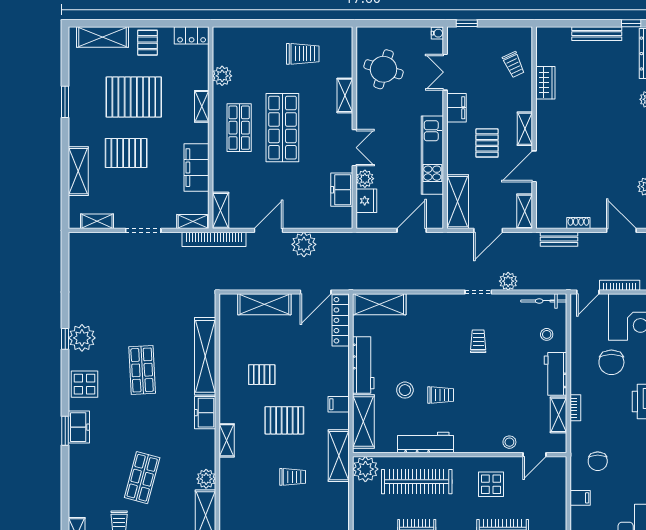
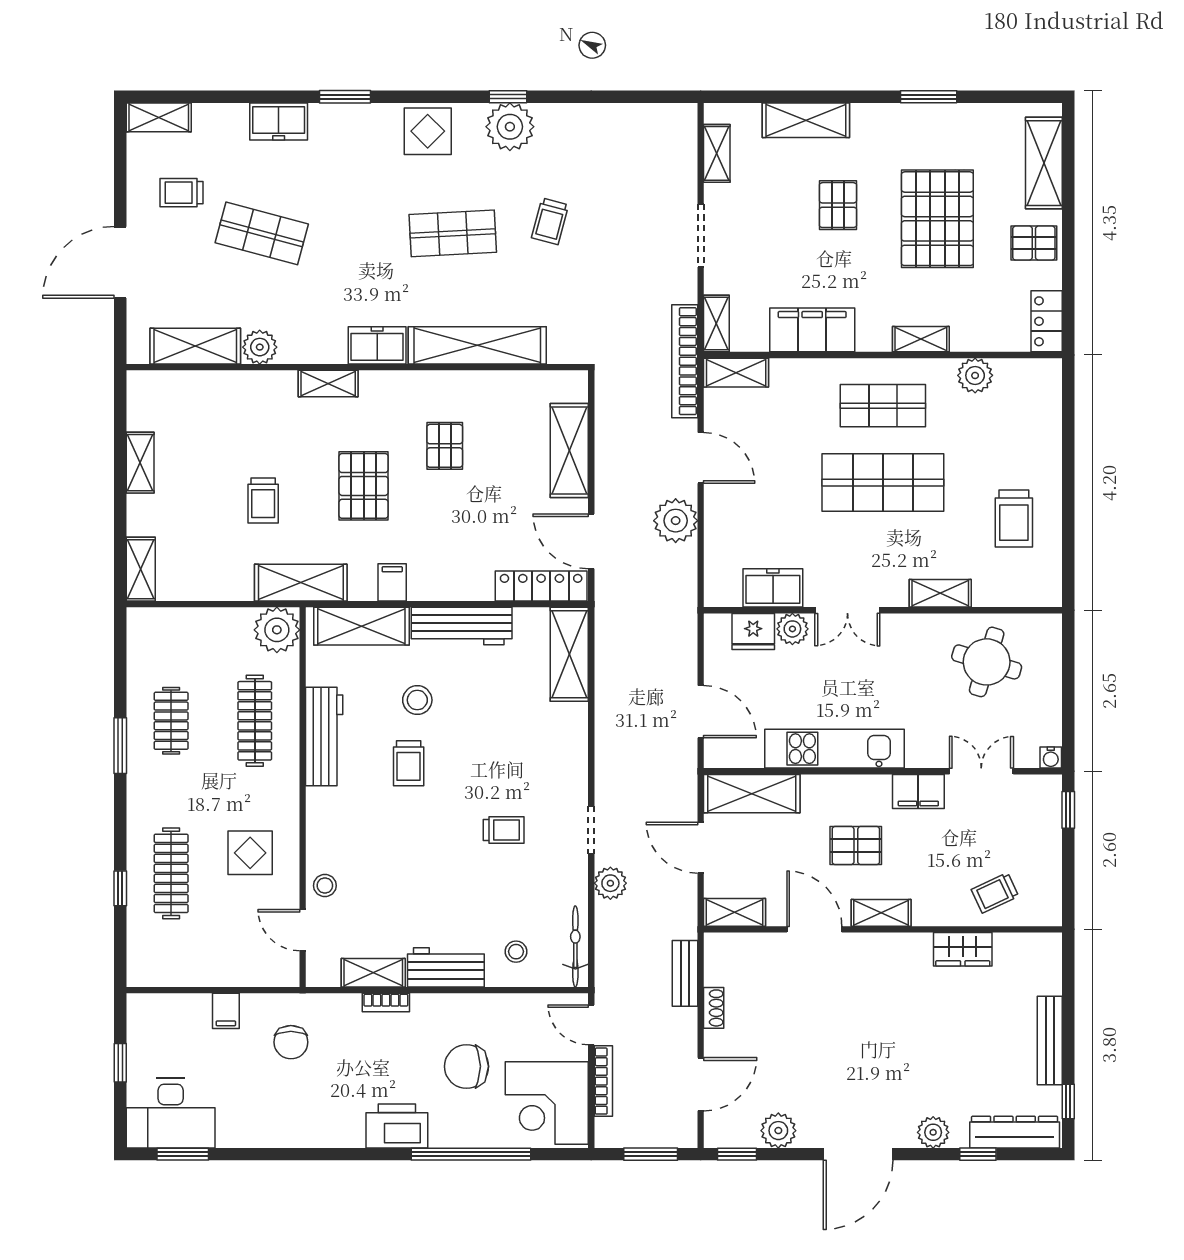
pallet: (126, 153) -> (838, 205), width x0.67, depth x0.71
trolley: (135, 315) -> (550, 221), added
freezer: (79, 427) -> (279, 121), moved
chair: (598, 461) -> (291, 1042), turned -90
clothes rail: (417, 482) -> (255, 721), width x0.73, depth x0.76

